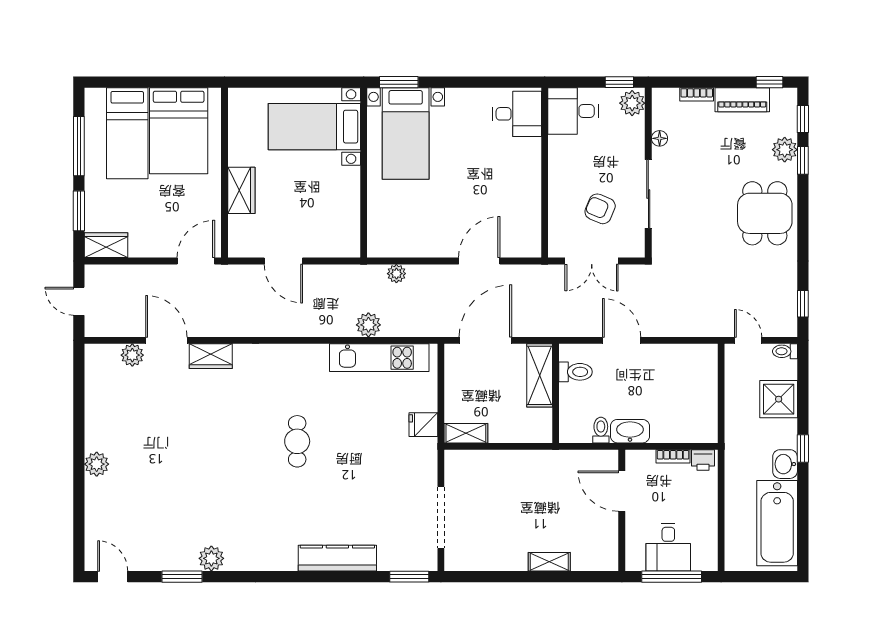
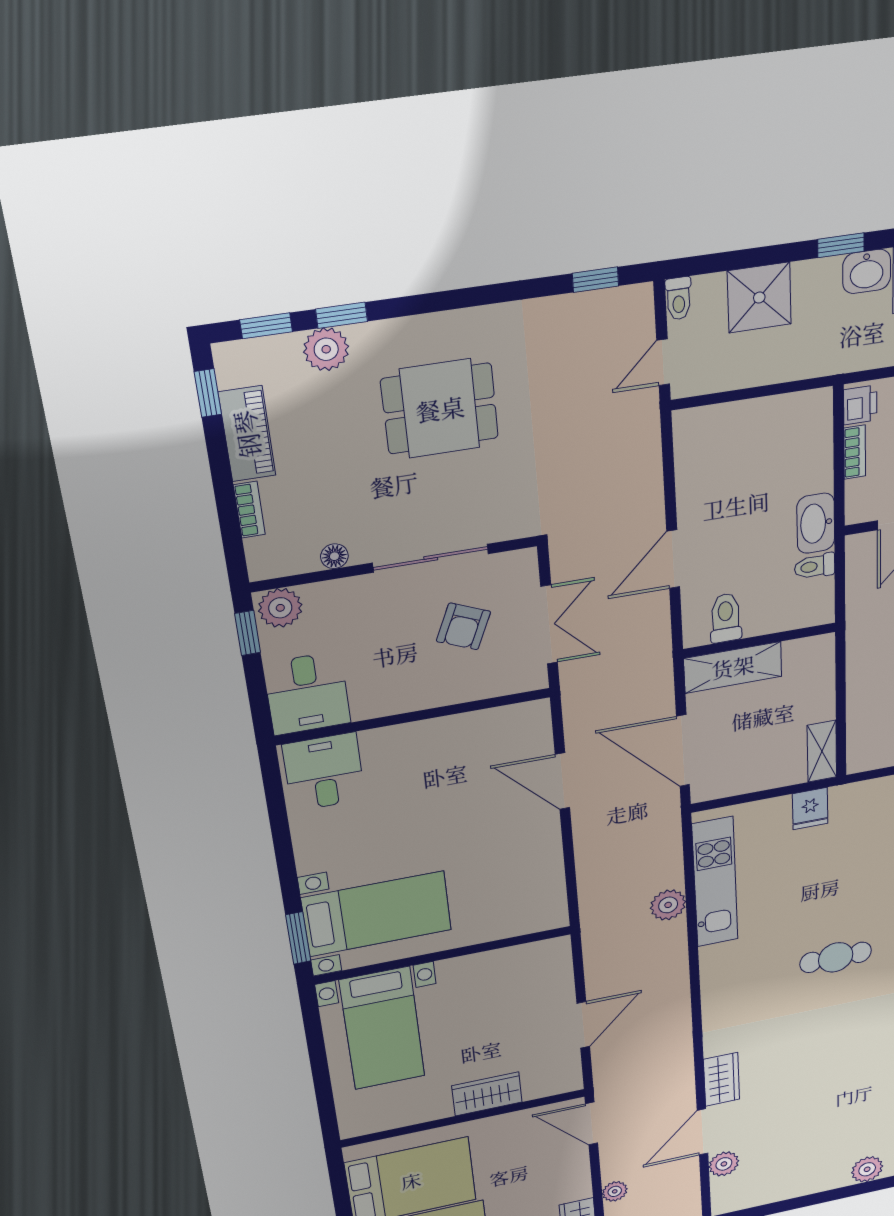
dining table: (765, 213) -> (440, 409), moved
plant: (396, 274) -> (615, 1191), moved

